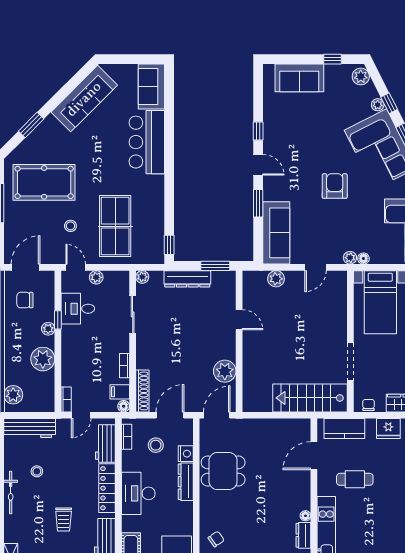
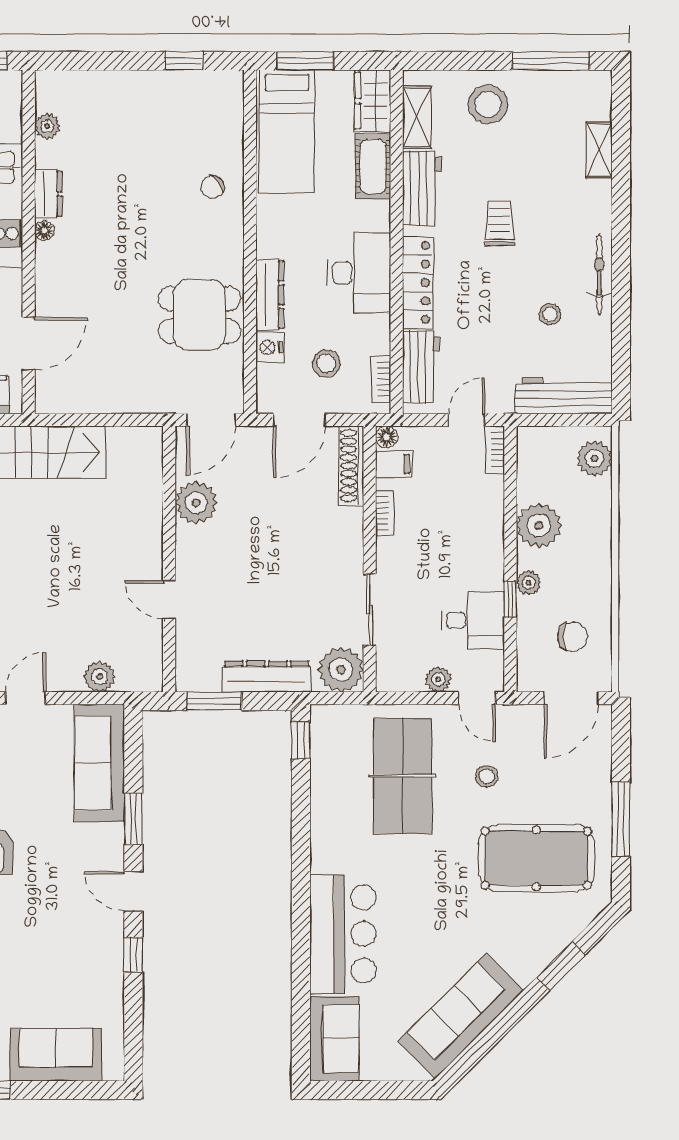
plant: (142, 277) -> (341, 670), width x1.88, depth x1.88

